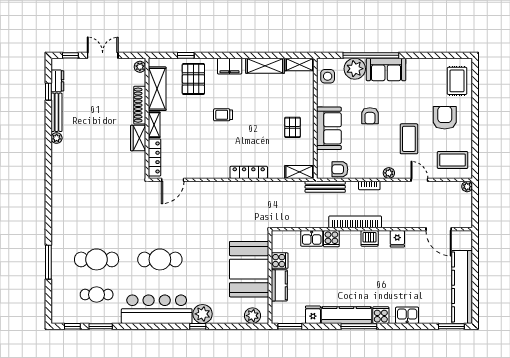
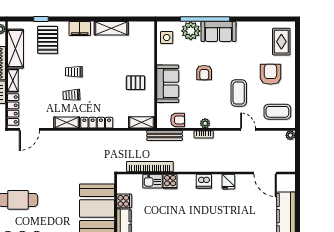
shelving: (300, 65) -> (67, 122), moved
pallet: (293, 127) -> (136, 83), turned 90
trolley: (220, 141) -> (71, 95), added
armchair: (340, 169) -> (178, 120), turned 180
plant: (389, 173) -> (205, 123), moved
bookcase: (355, 222) -> (150, 167), moved

